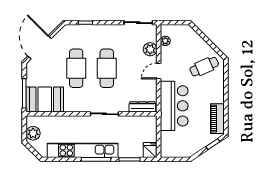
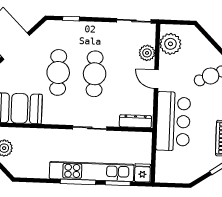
plant: (165, 41) -> (170, 44), width x1.87, depth x1.87
door: (159, 71) -> (156, 79), hinge flipped
kitchen unit: (83, 150) -> (92, 172), moved

